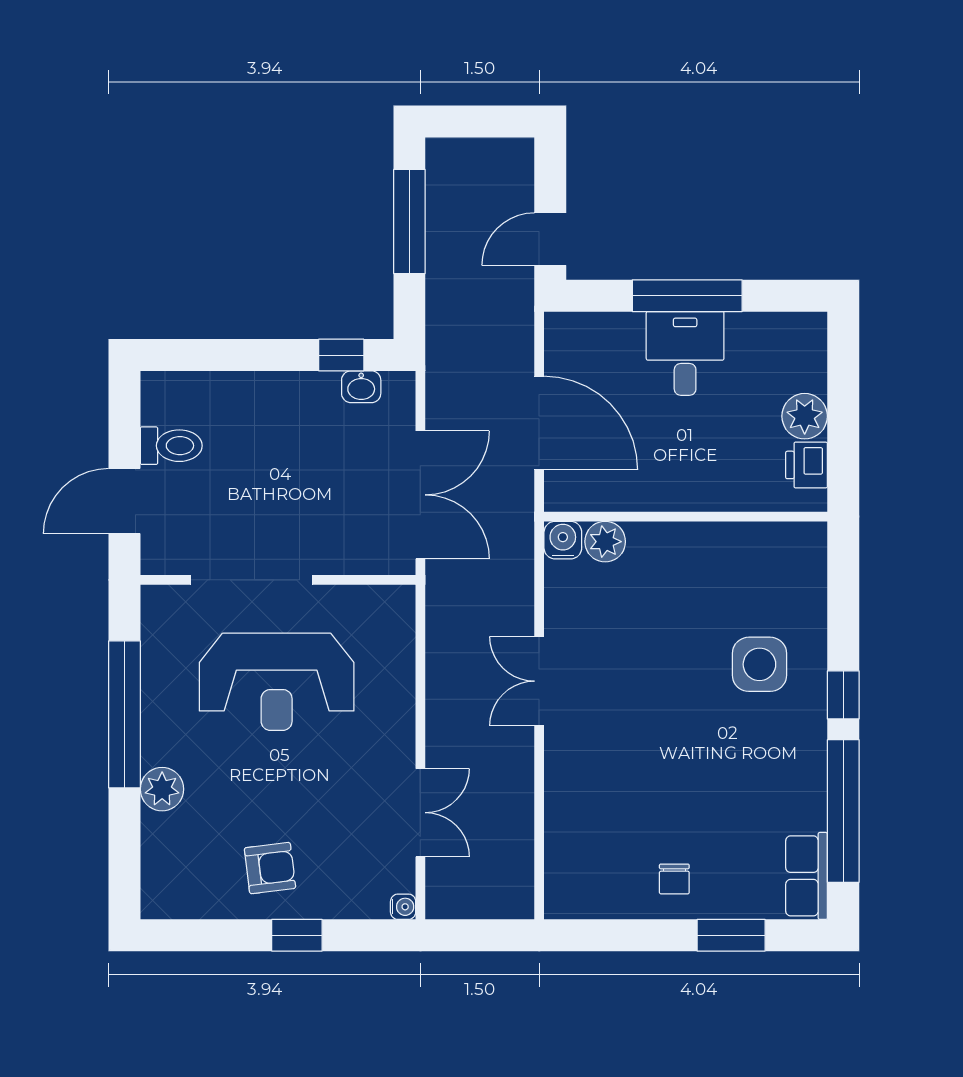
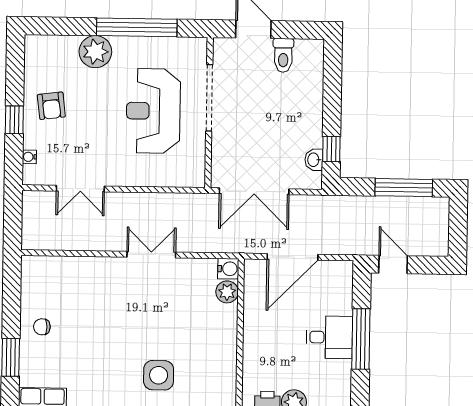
plant: (162, 789) -> (95, 52), width x1.36, depth x1.36
water cooler: (403, 907) -> (29, 157), moved, turned 90

